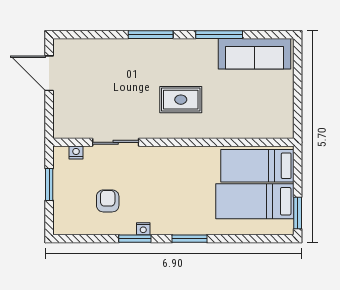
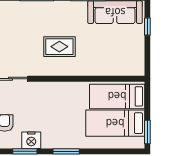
window: (298, 73) -> (147, 26), added
nightstand: (143, 229) -> (31, 140), width x1.89, depth x1.79

